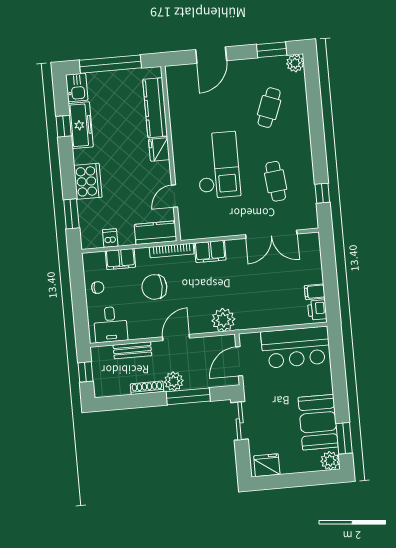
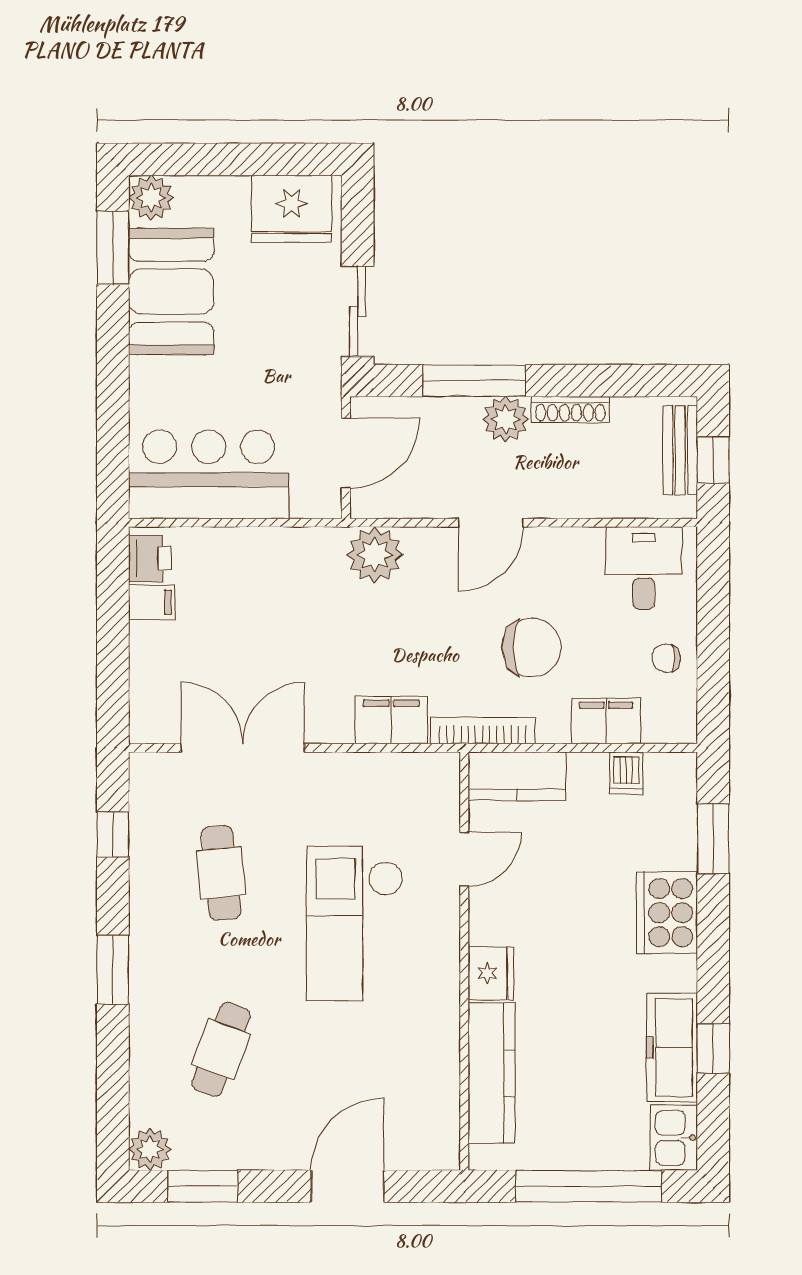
window: (317, 137) -> (113, 970), added
bench: (132, 350) -> (680, 450), moved, turned 90
fridge: (267, 465) -> (292, 209), width x1.36, depth x1.34

